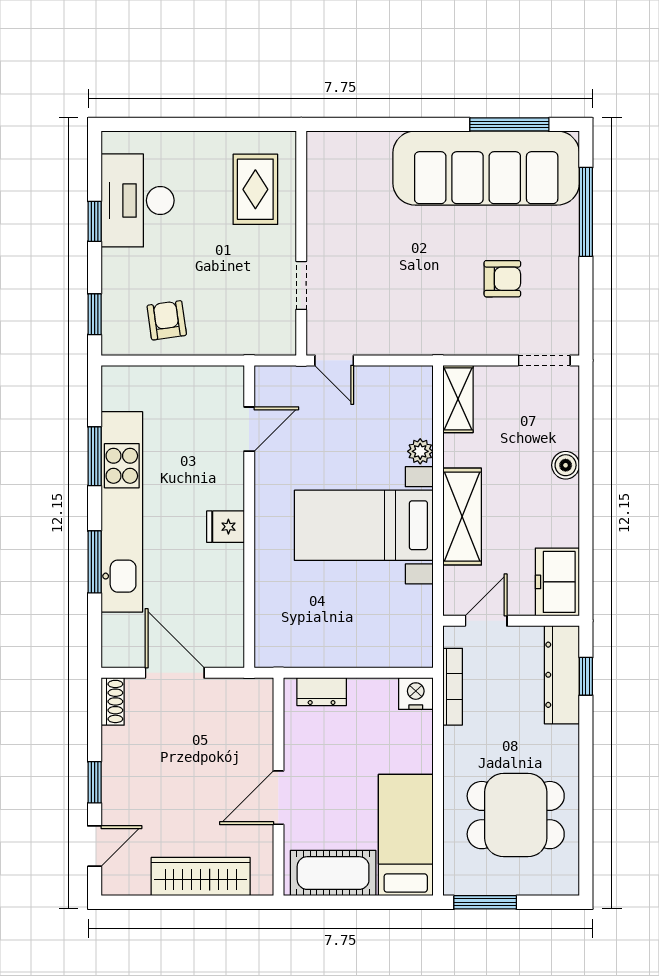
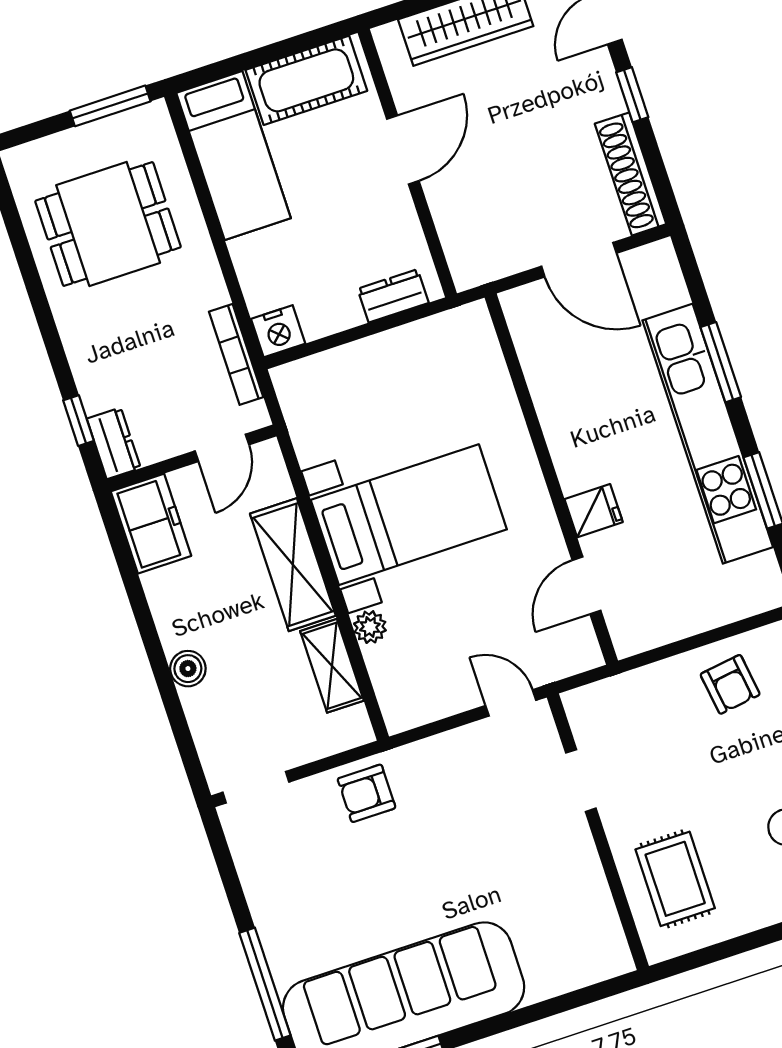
armchair: (502, 279) -> (367, 793), moved
shelving: (458, 399) -> (332, 666), moved
fridge: (225, 527) -> (594, 511), moved
dresser: (562, 675) -> (114, 443), width x0.51, depth x0.80
shoe rack: (113, 701) -> (631, 174), width x1.94, depth x1.24

